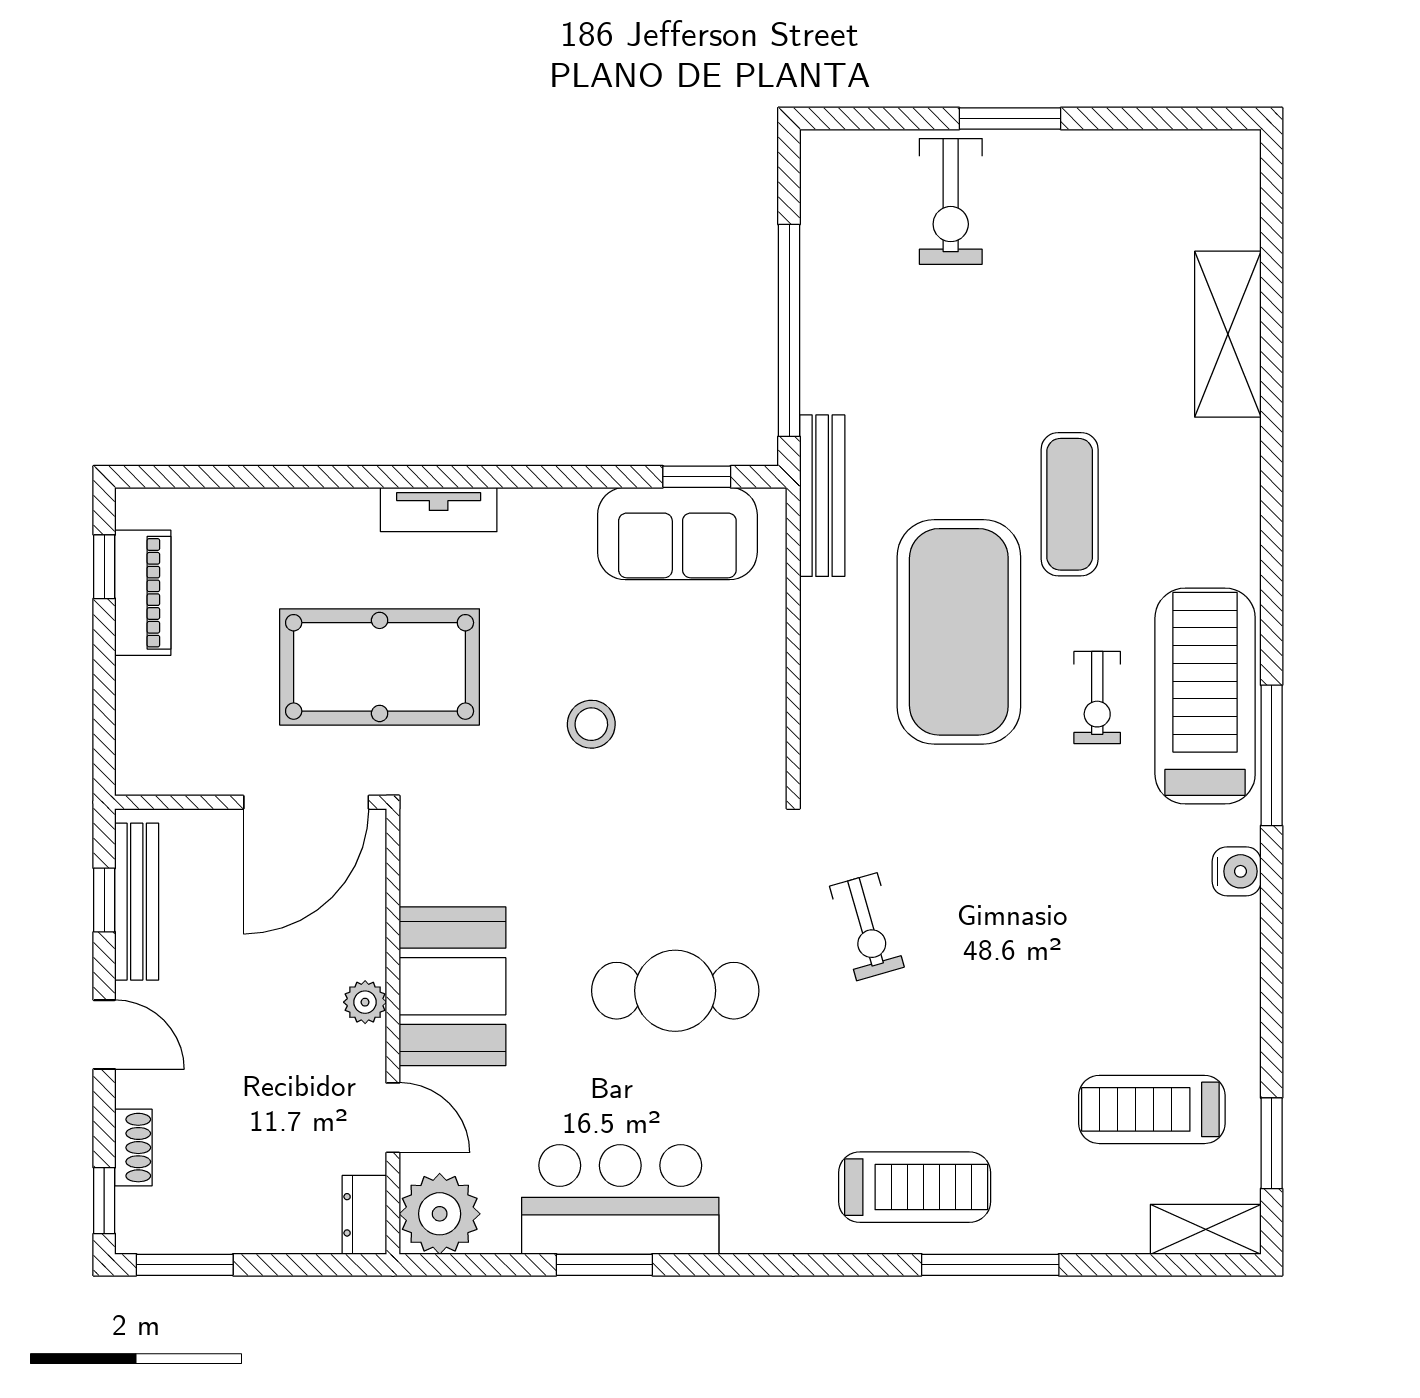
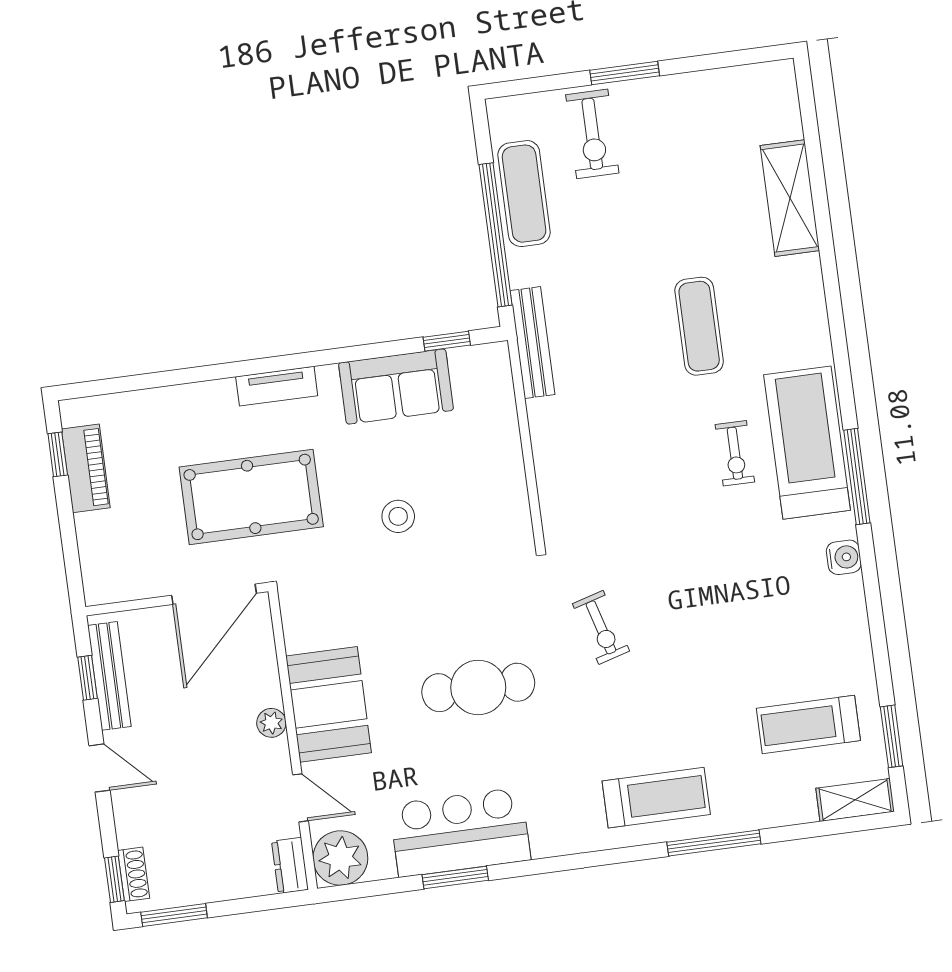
sofa: (677, 533) -> (396, 387), moved
exercise mat: (959, 632) -> (524, 194), moved, width x0.50, depth x0.69
shoe rack: (133, 1148) -> (134, 874), moved

